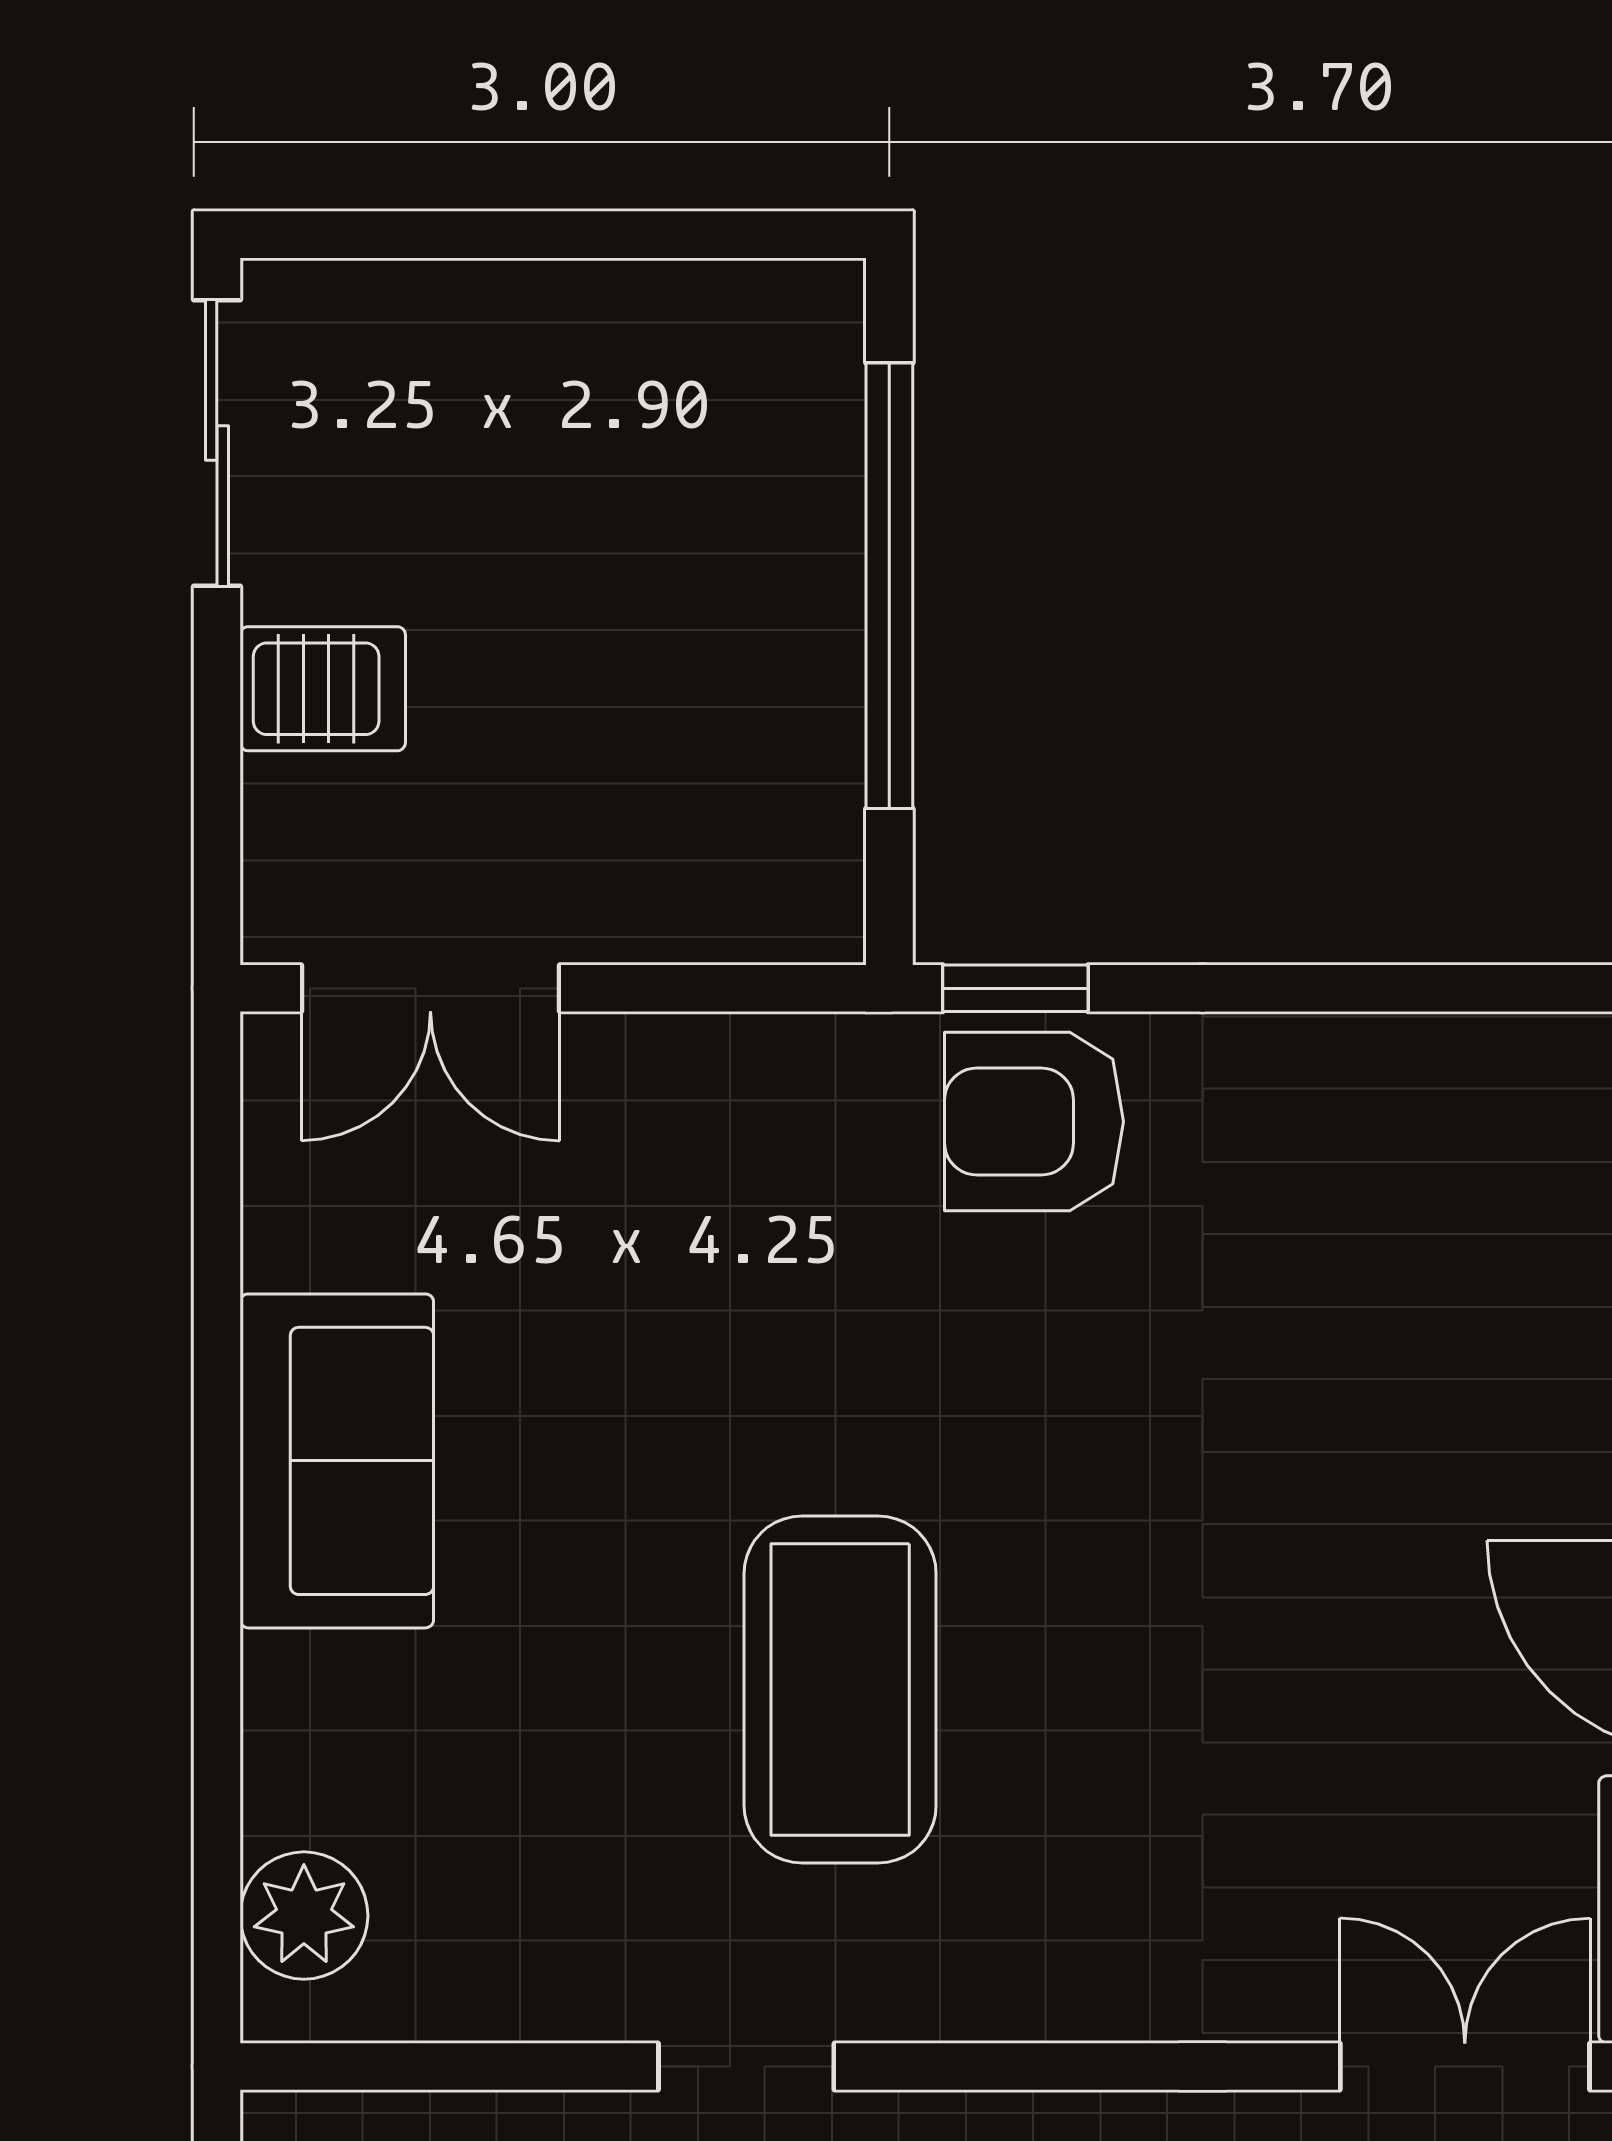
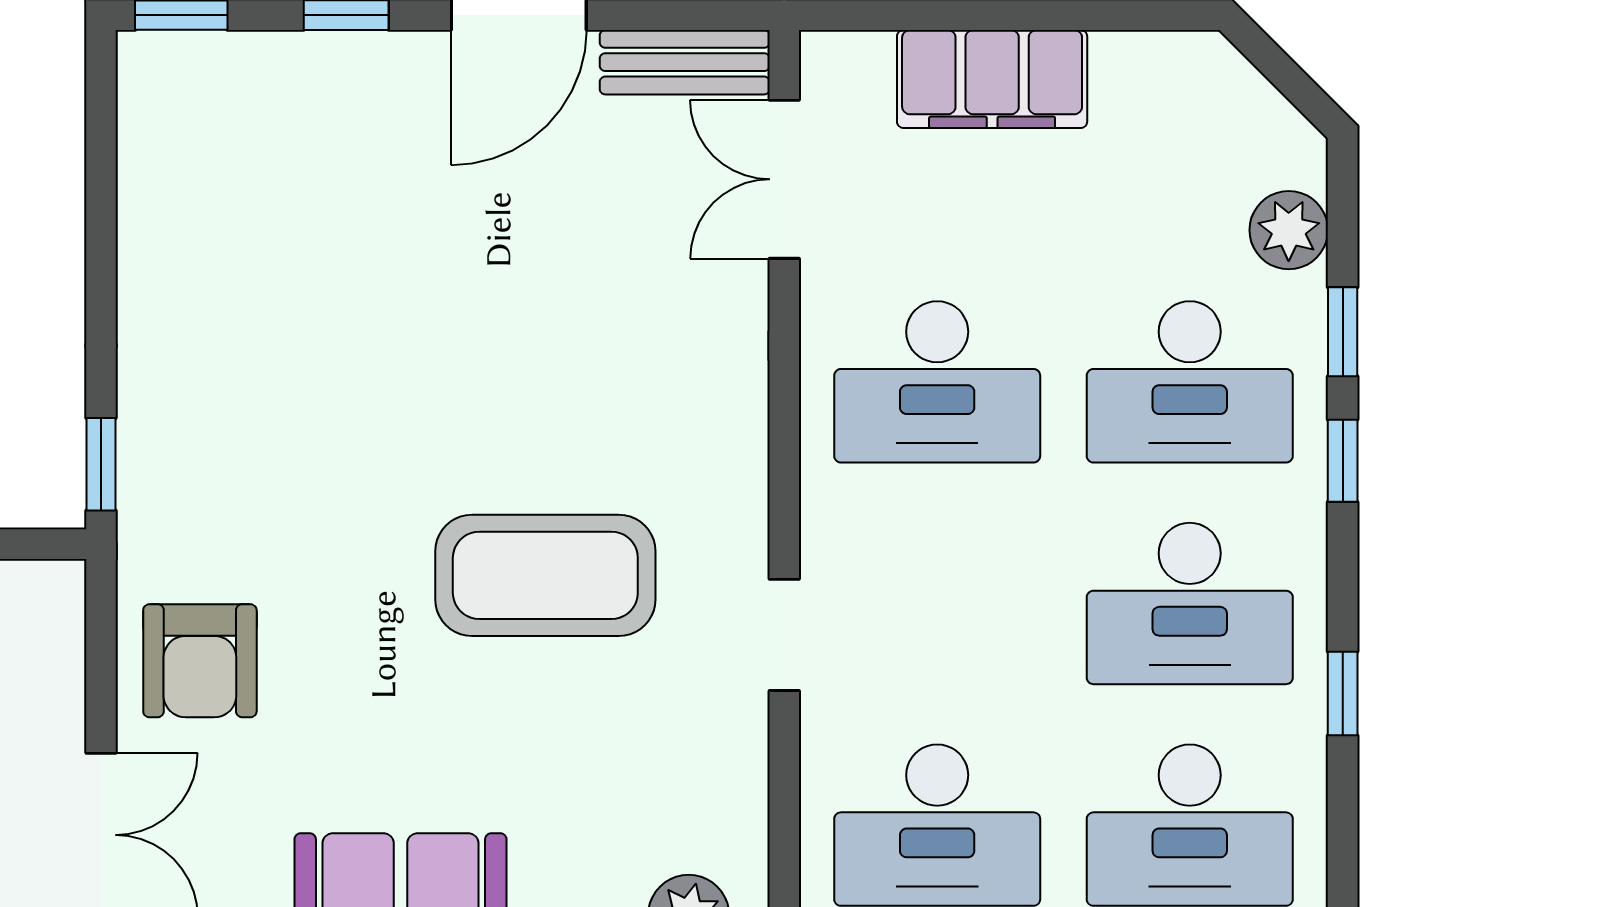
armchair: (1034, 1122) -> (200, 661), moved

